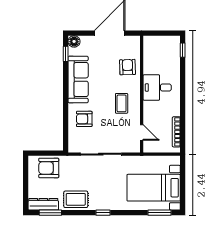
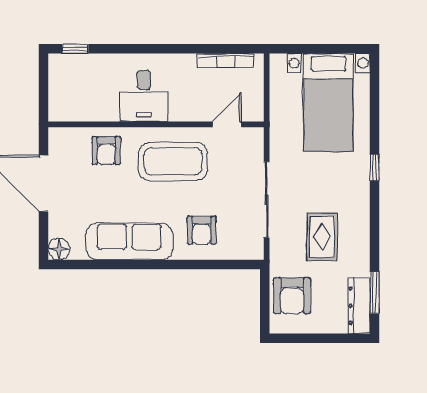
window: (66, 54) -> (82, 264), removed
armchair: (128, 67) -> (106, 150), turned -88
coffee table: (122, 103) -> (173, 162), width x1.86, depth x1.72
rug: (76, 199) -> (322, 237), moved
window: (103, 213) -> (375, 167), moved
window: (160, 213) -> (375, 91), removed

